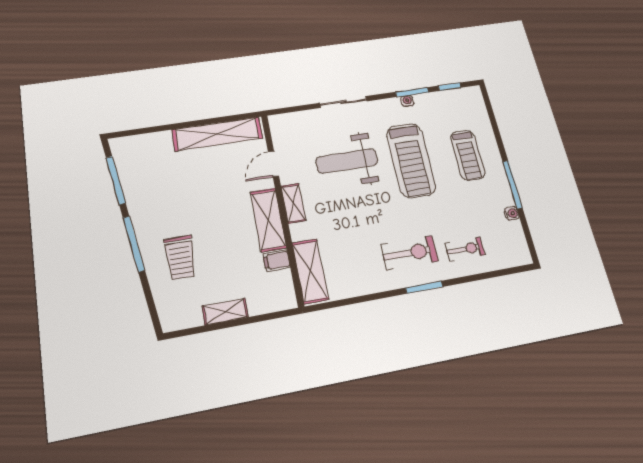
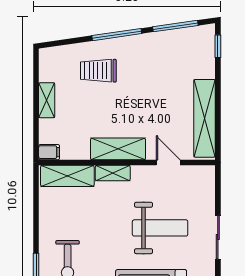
window: (134, 132) -> (218, 46), added
weight bench: (347, 161) -> (160, 228), turned 90
shelving: (293, 203) -> (113, 173), moved
filing cabinet: (277, 260) -> (49, 152), moved, turned 90

